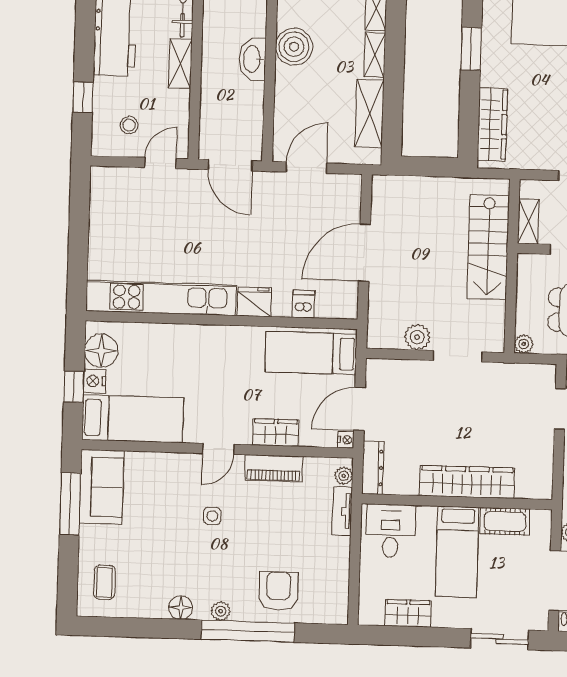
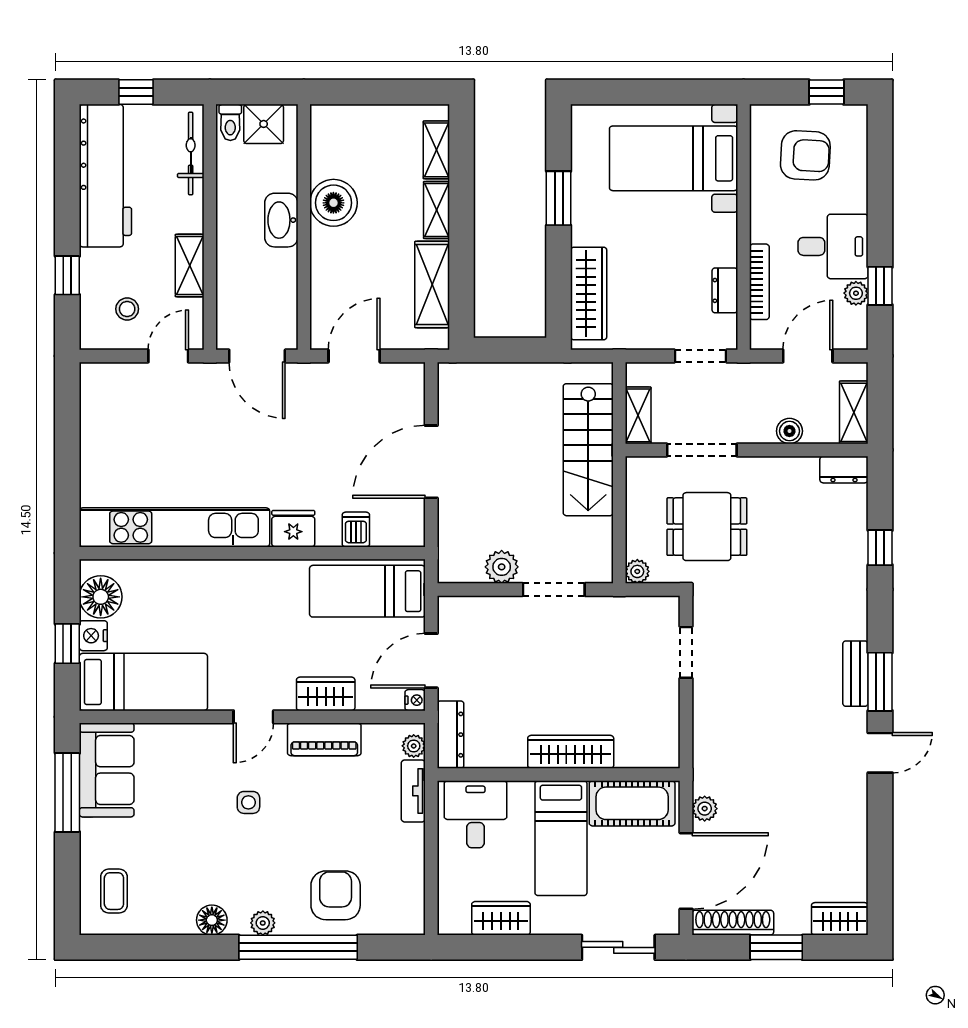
shelving: (180, 64) -> (190, 266), moved
wardrobe: (467, 482) -> (571, 752), width x0.71, depth x0.85
cot: (505, 521) -> (632, 803), width x1.37, depth x1.34

